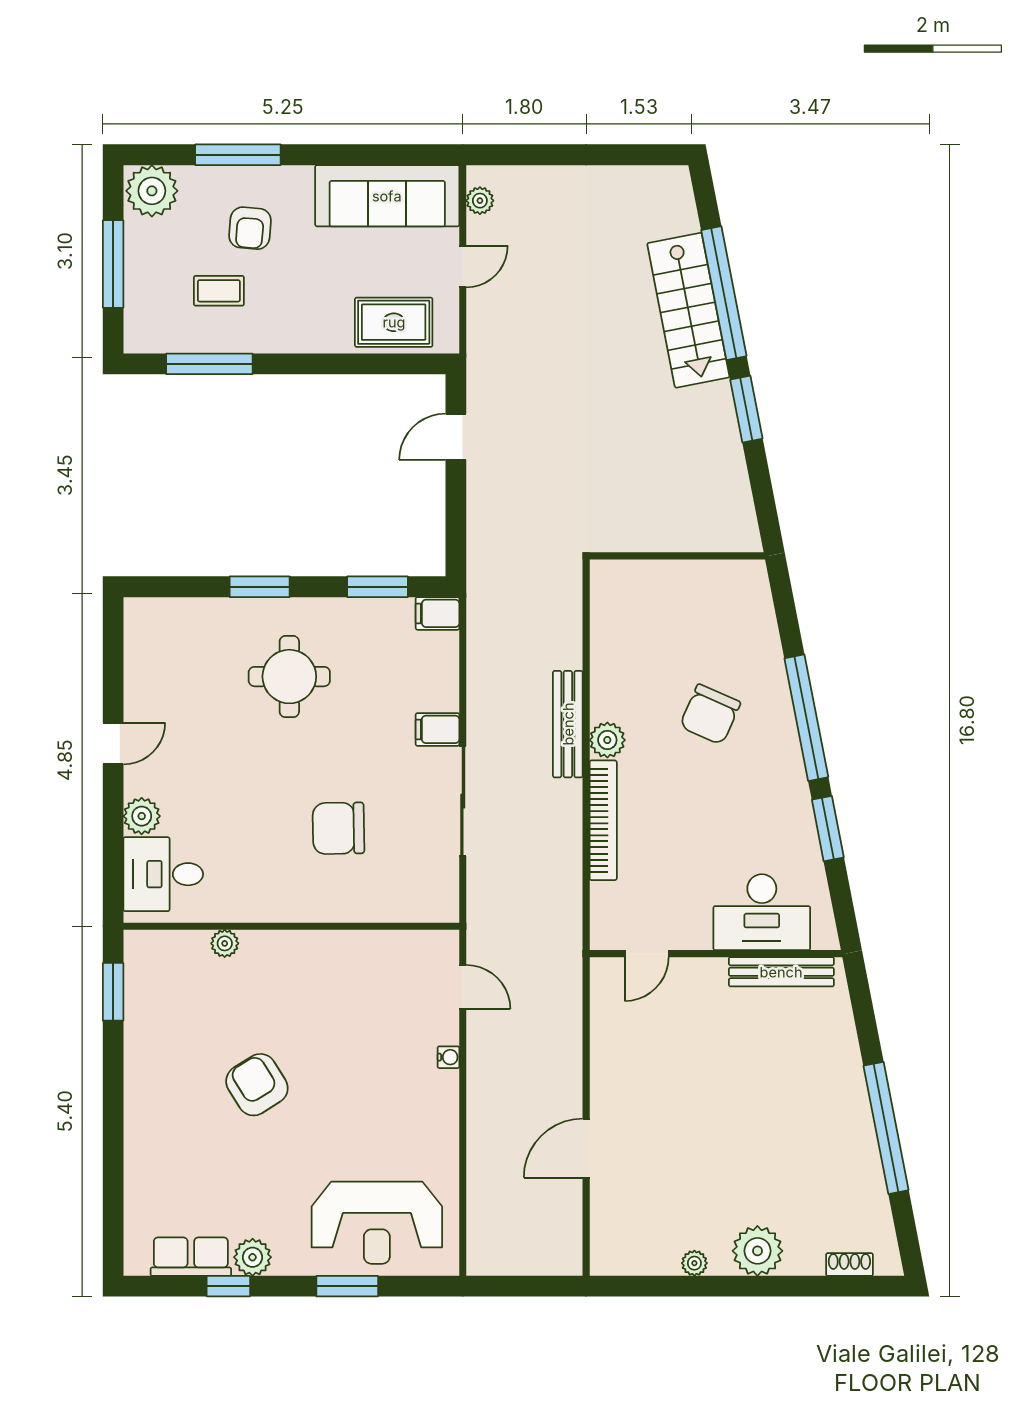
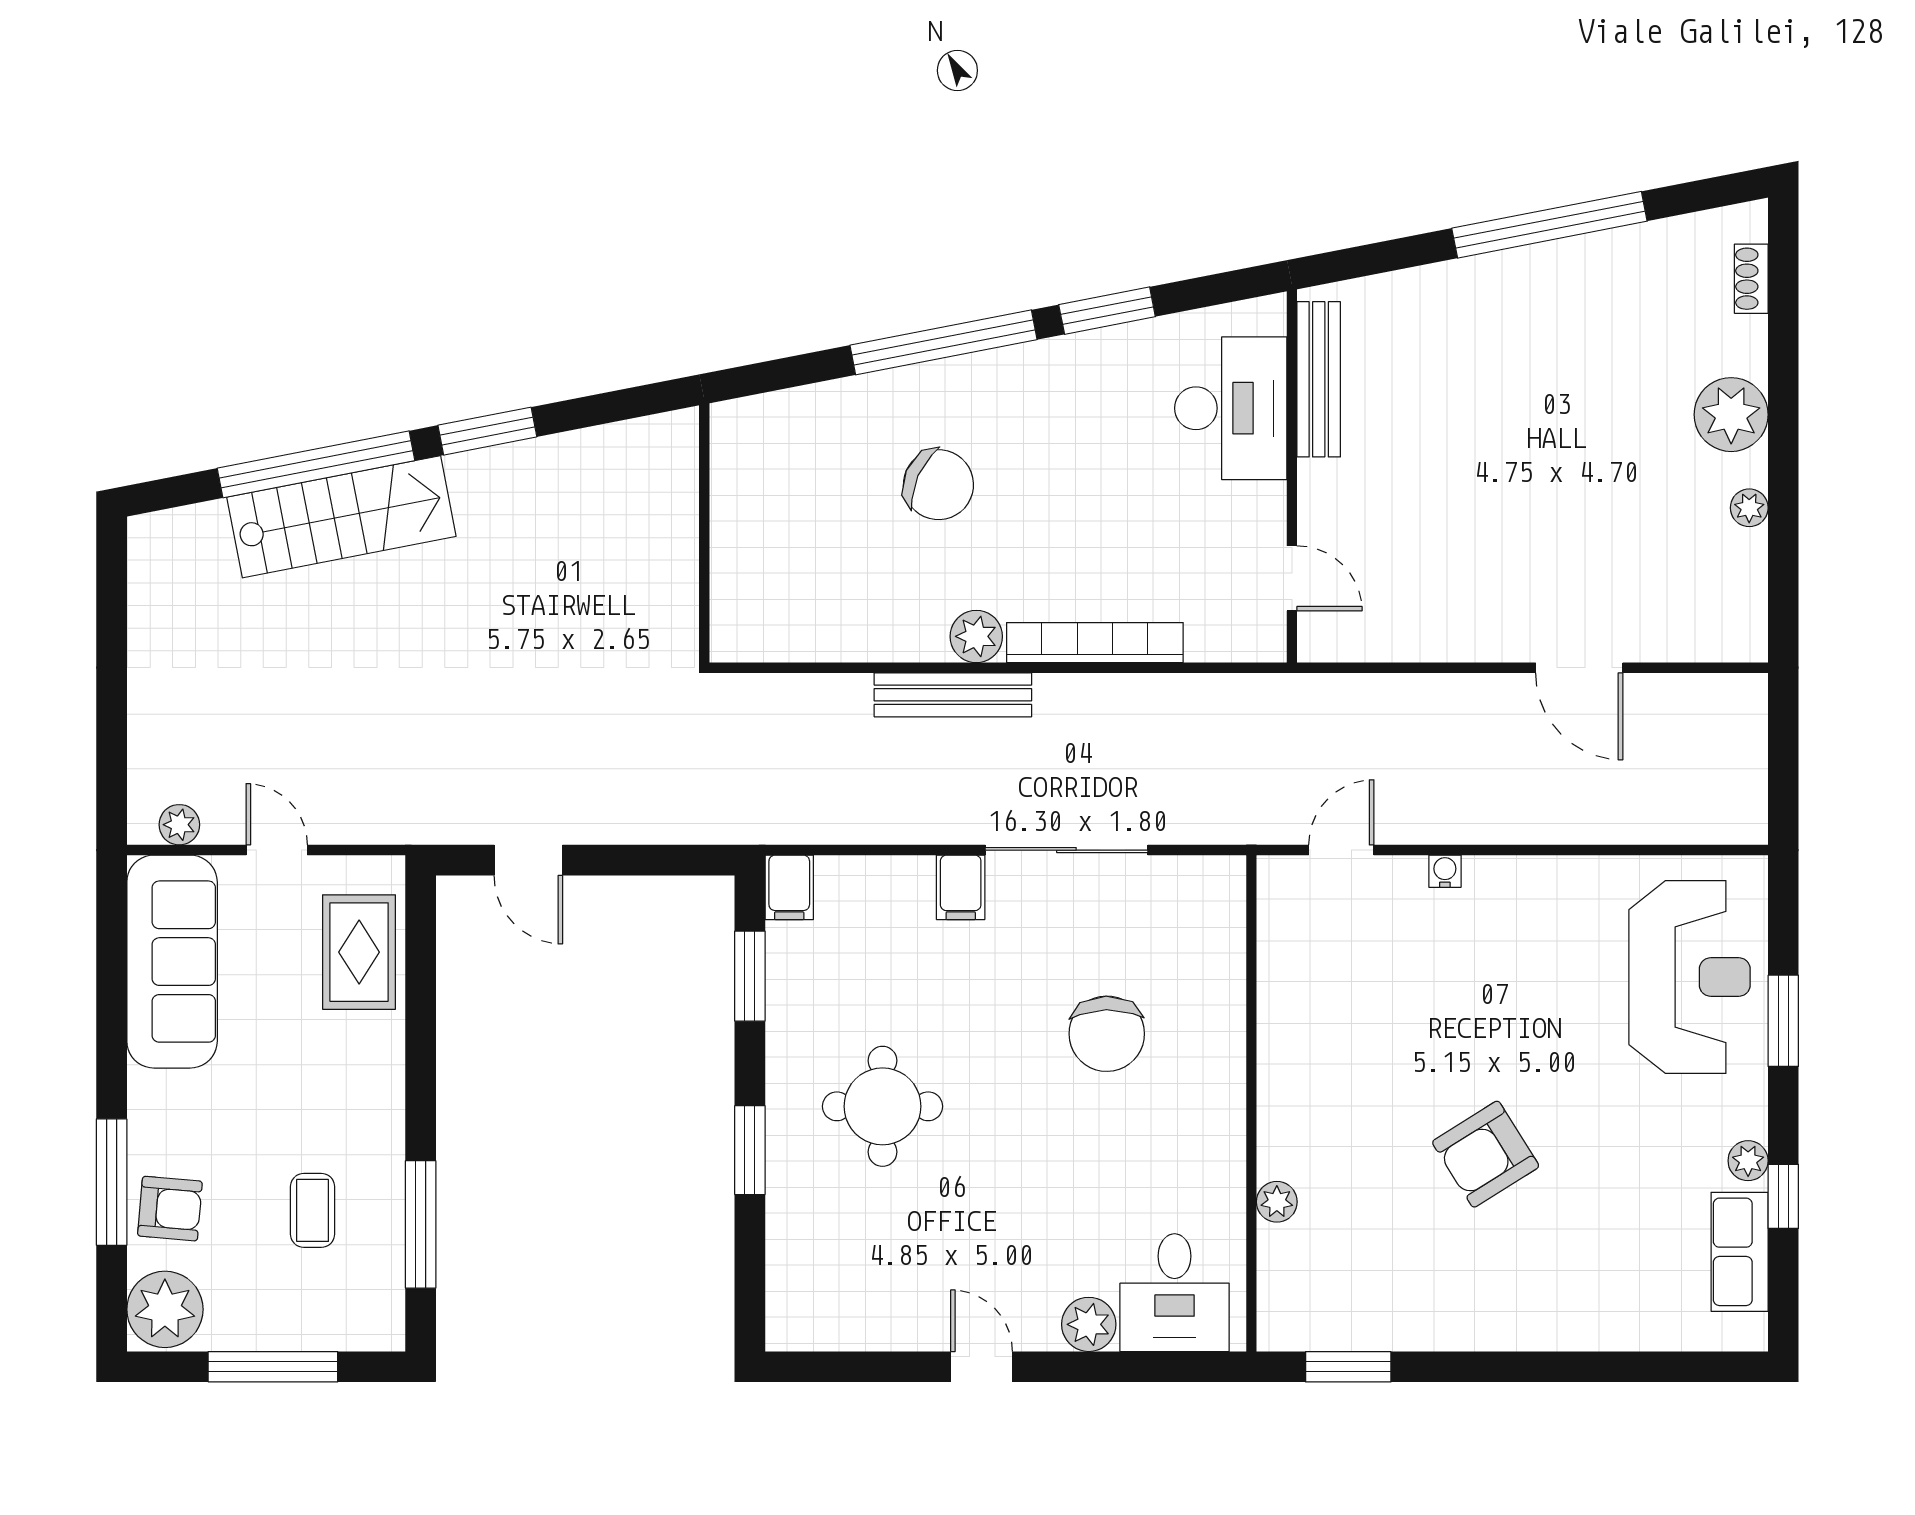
armchair: (250, 228) -> (170, 1209), moved
plant: (253, 1257) -> (1748, 1161), width x0.73, depth x0.73

